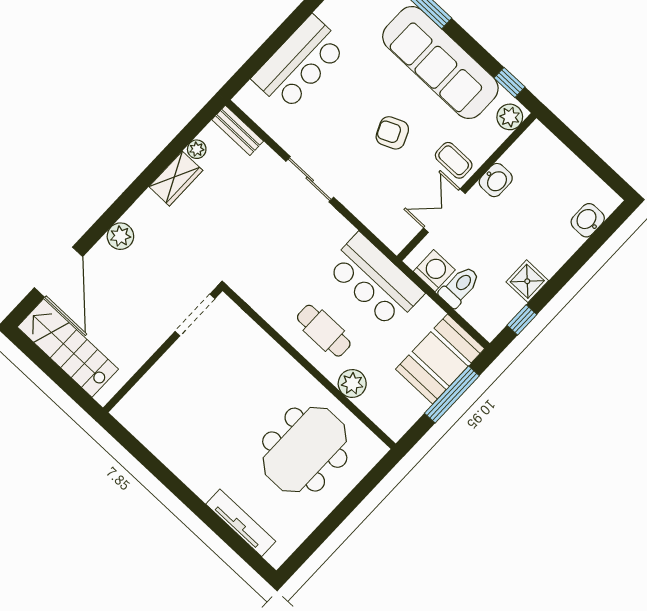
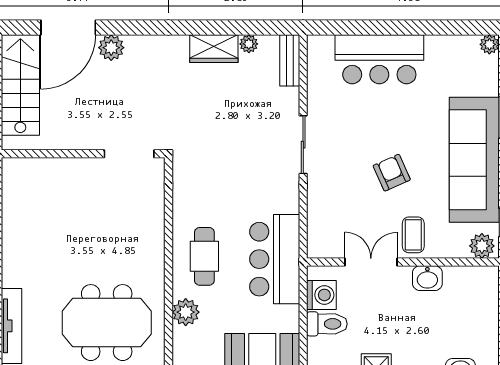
plant: (120, 236) -> (111, 48), moved

